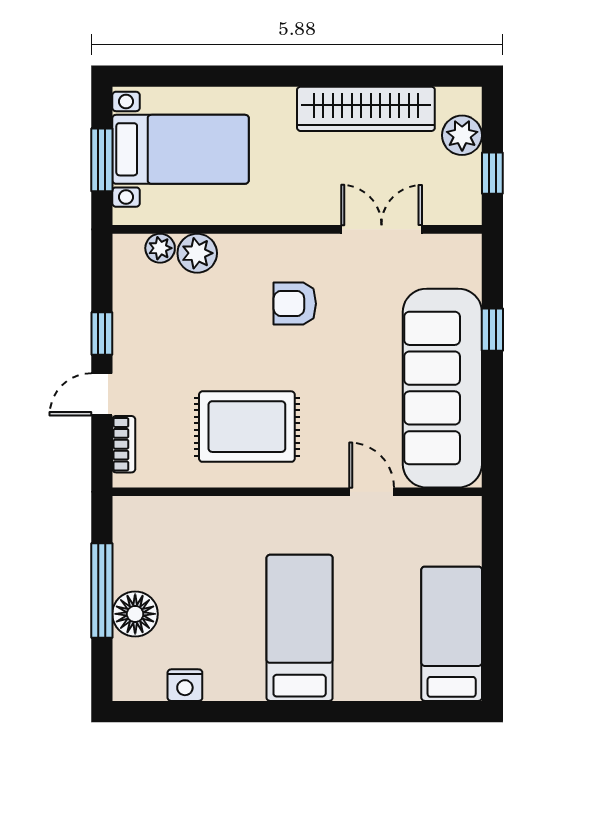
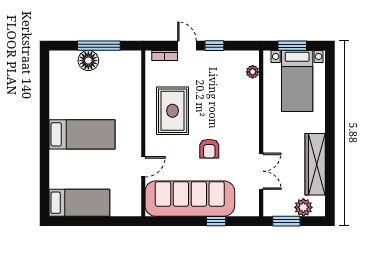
window: (492, 173) -> (286, 221), width x1.50
plant: (197, 253) -> (250, 88), removed
armchair: (295, 304) -> (209, 149), moved, turned 180
nightstand: (185, 685) -> (56, 83), removed

